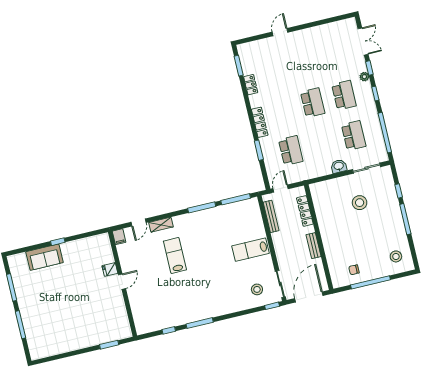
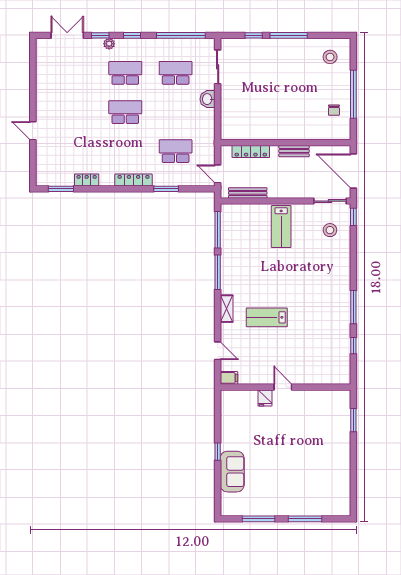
stool: (360, 203) -> (256, 85), removed
shelving: (161, 225) -> (227, 309), moved

